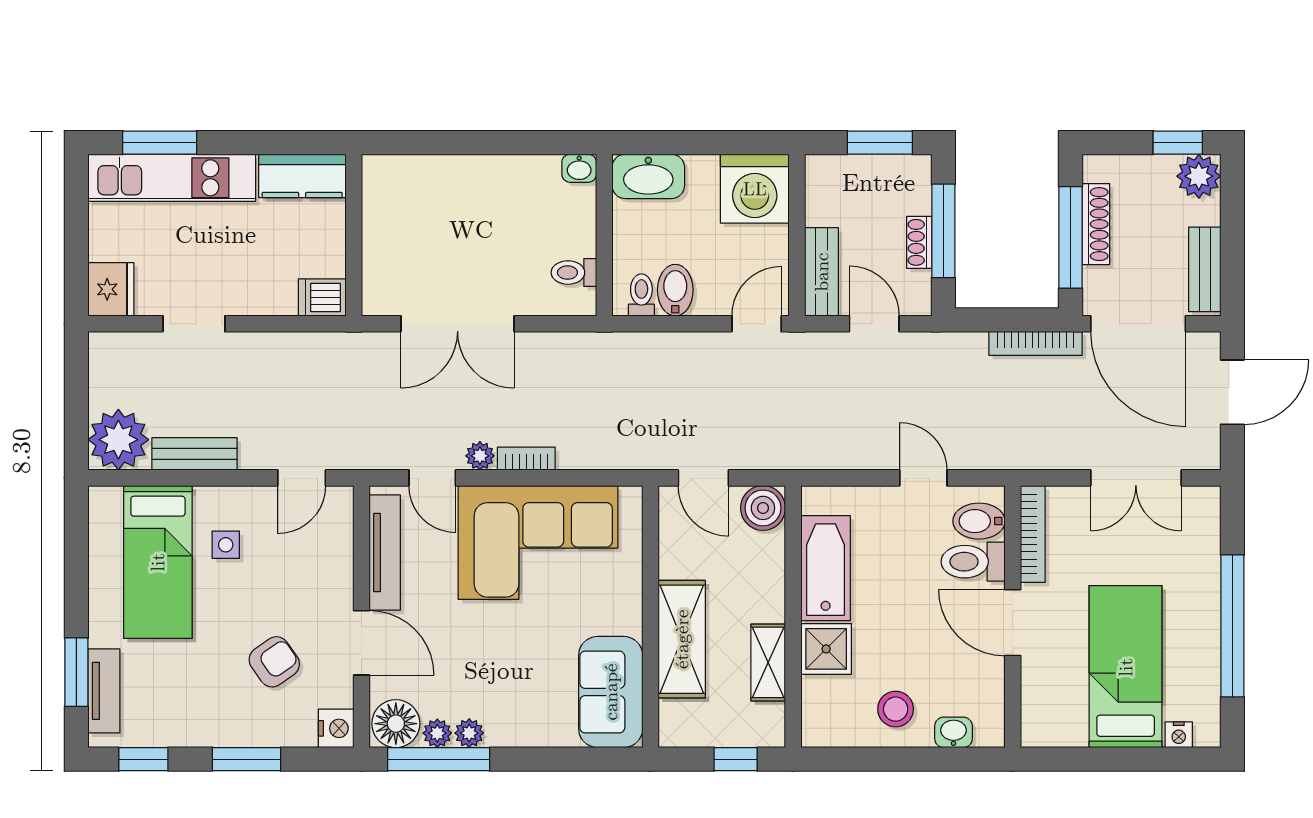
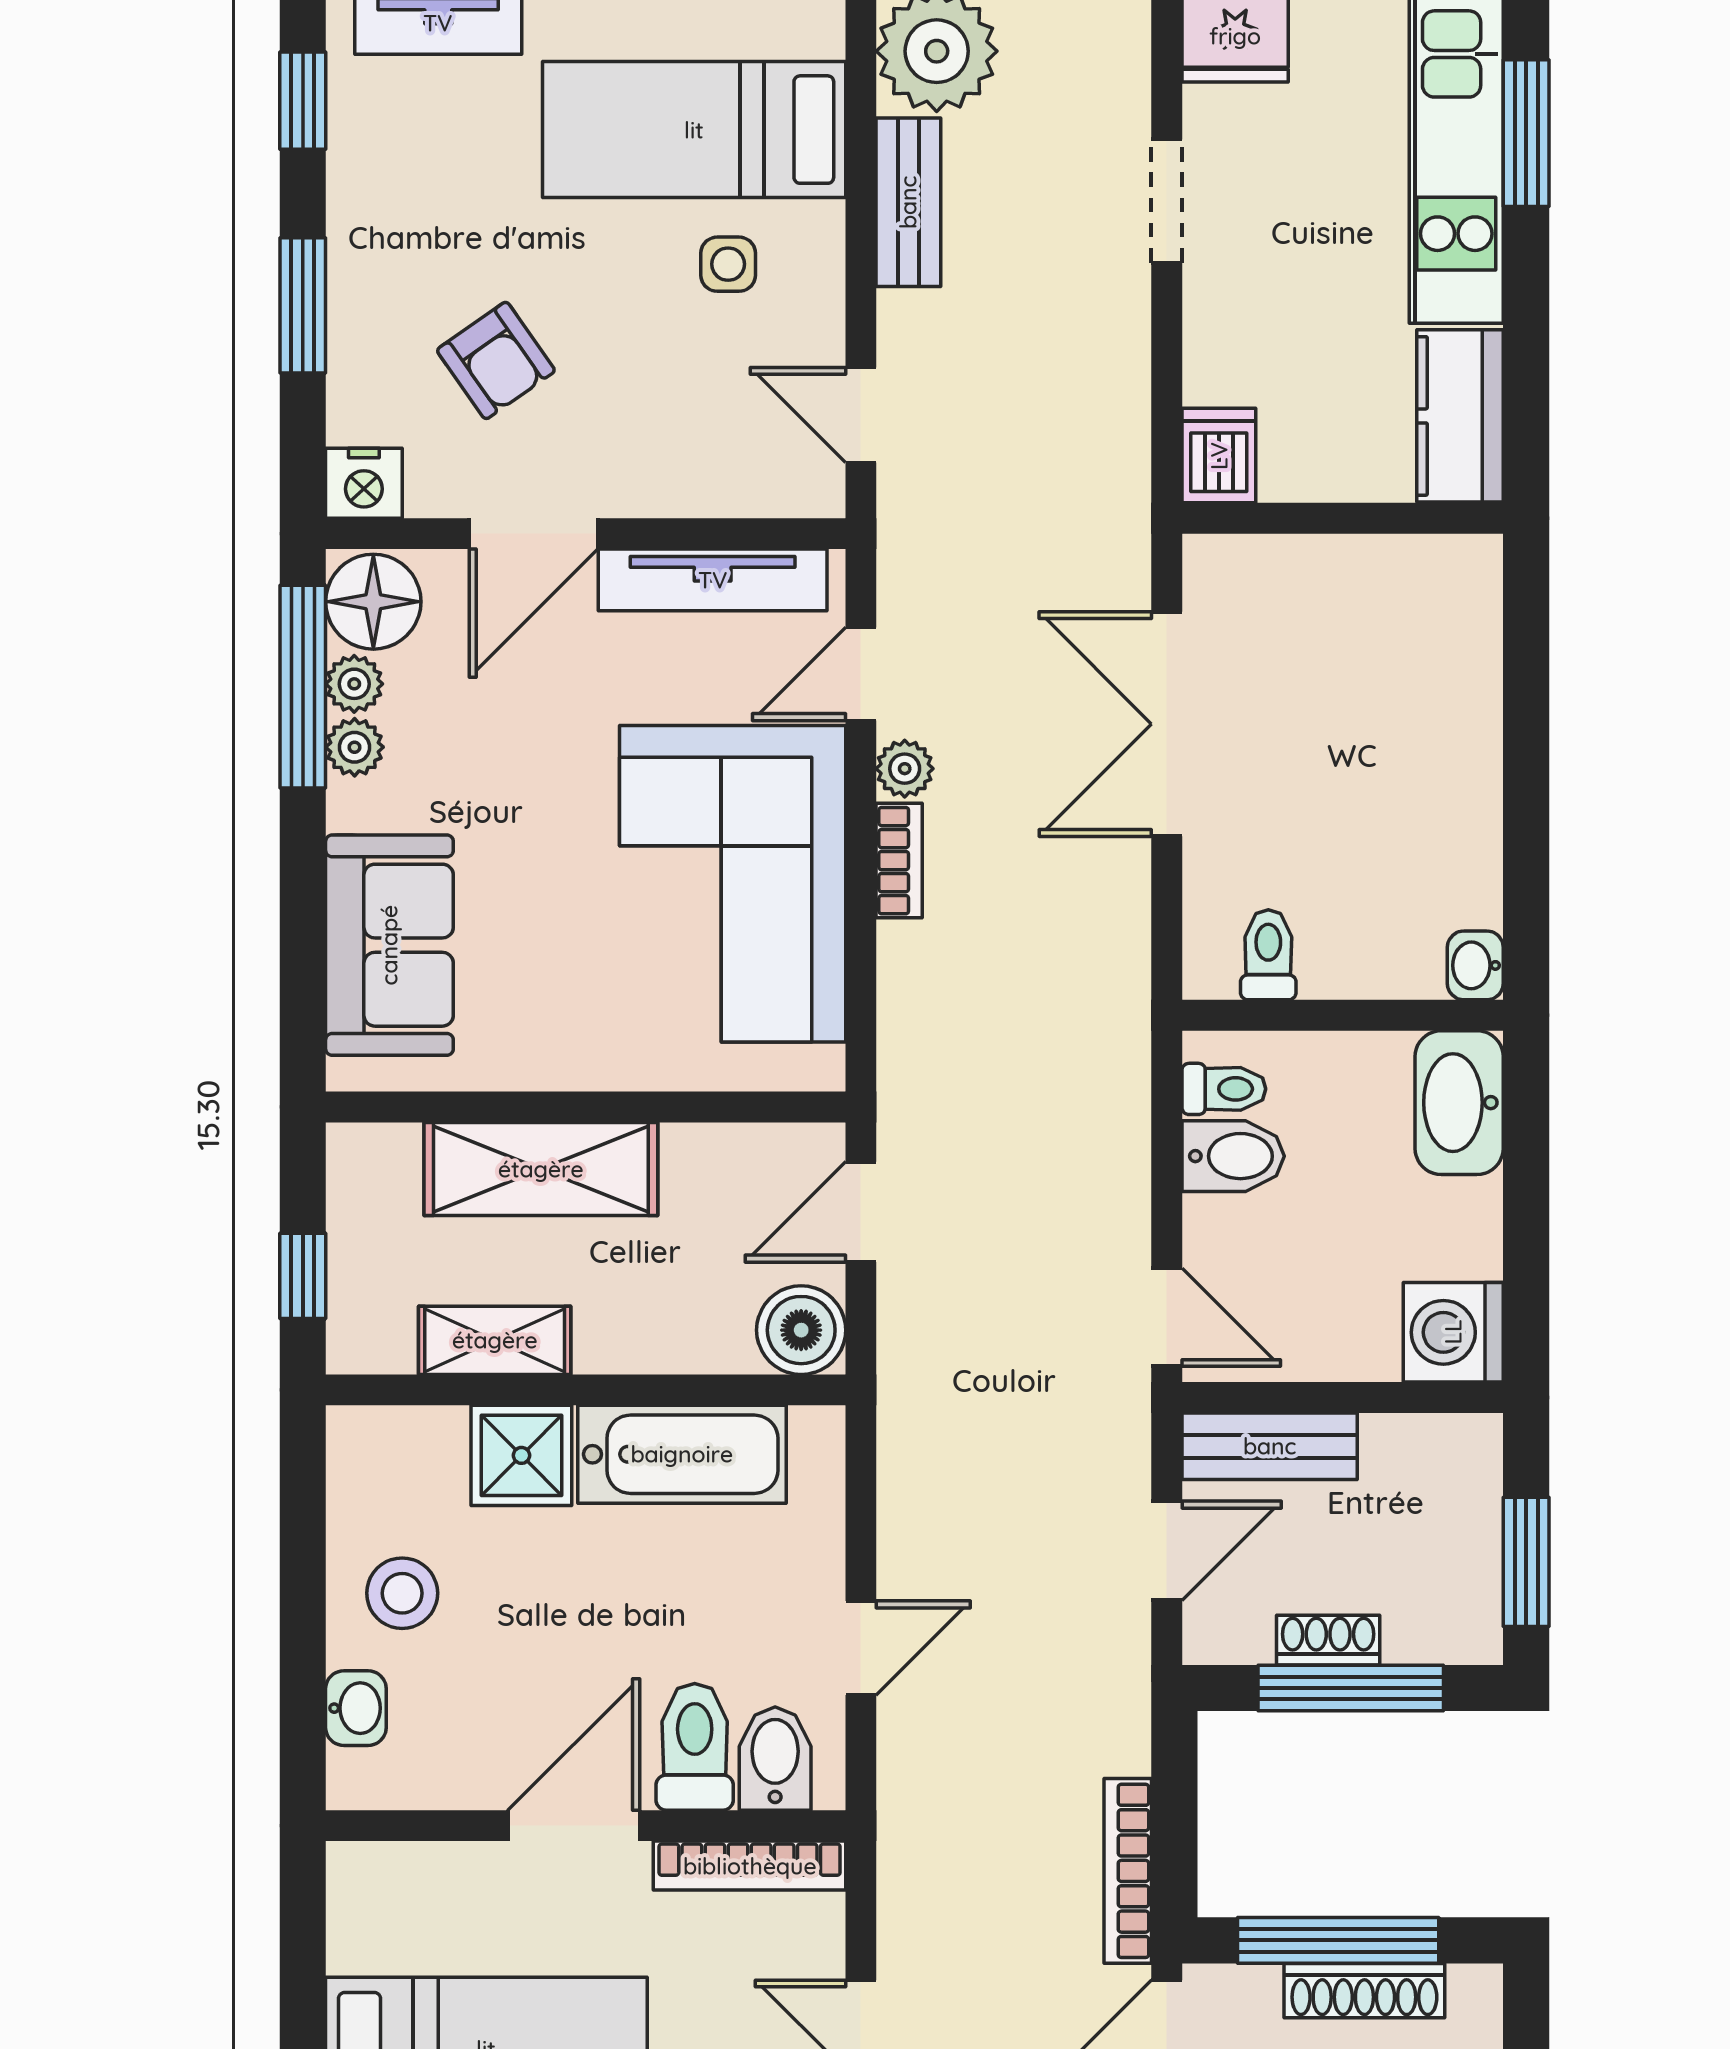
washing machine: (755, 189) -> (1453, 1332), width x0.73, depth x0.73
sofa: (611, 692) -> (389, 945), moved, turned 90

